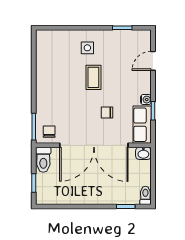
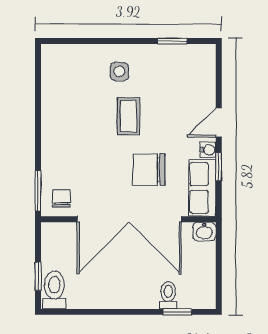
door: (153, 61) -> (219, 123), moved
chair: (107, 113) -> (149, 170), width x1.87, depth x1.87
toilet: (43, 160) -> (54, 290), moved, turned 180
toilet: (145, 195) -> (168, 295), moved

